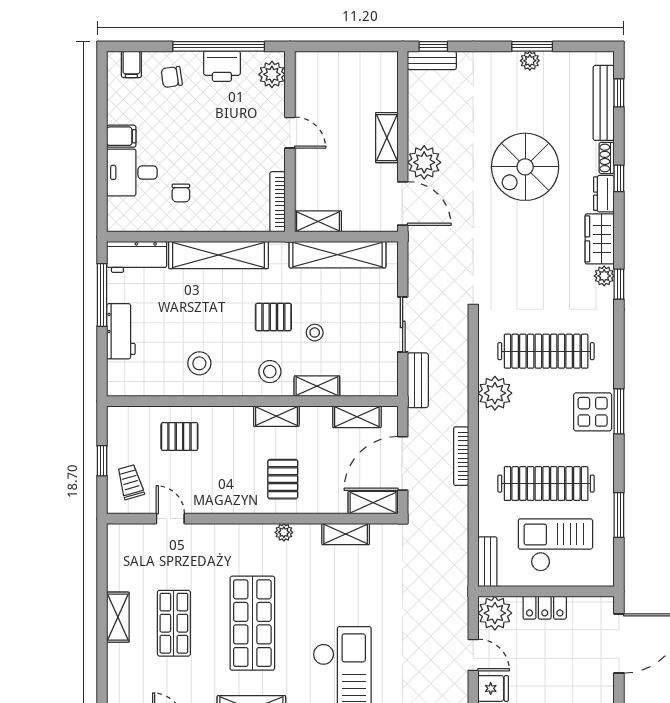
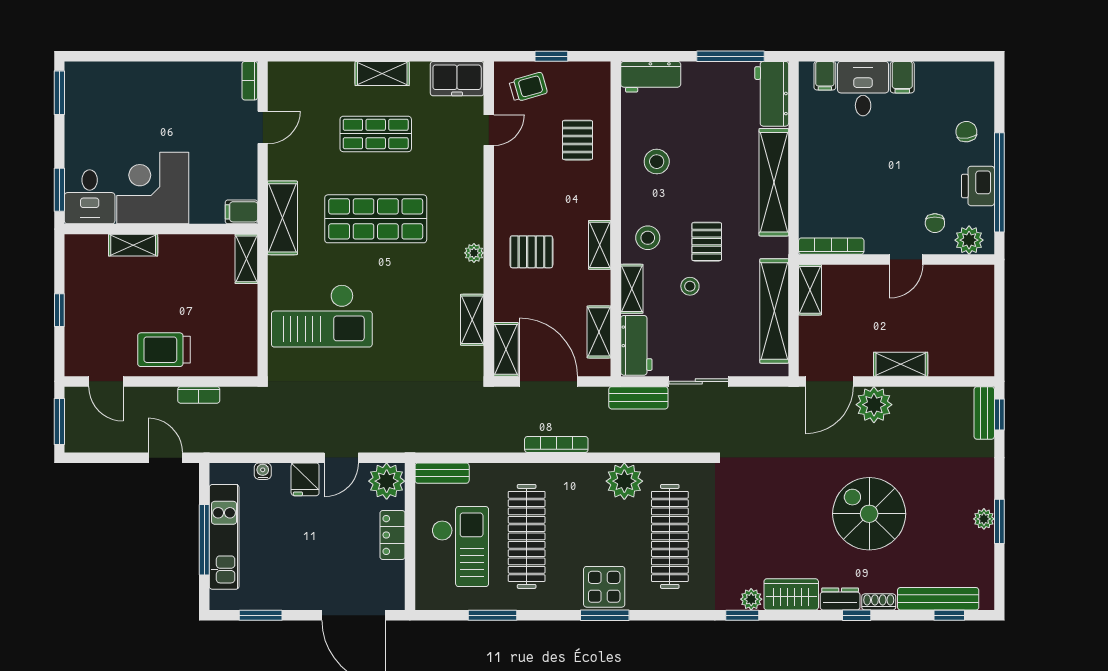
filing cabinet: (131, 64) -> (825, 76), moved, turned -90
chair: (181, 193) -> (935, 223), moved, turned -90
workbench: (121, 331) -> (651, 77), moved
workbench: (369, 382) -> (636, 345), added
freezer: (123, 548) -> (457, 79), added

